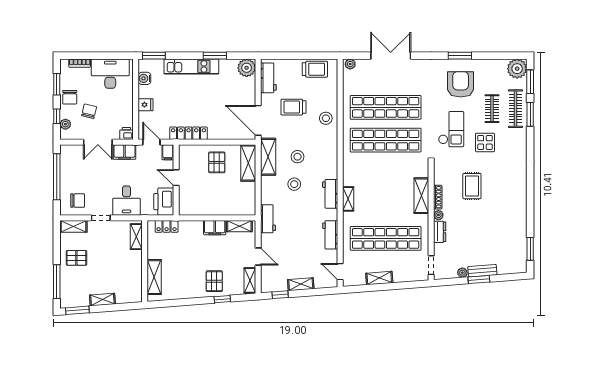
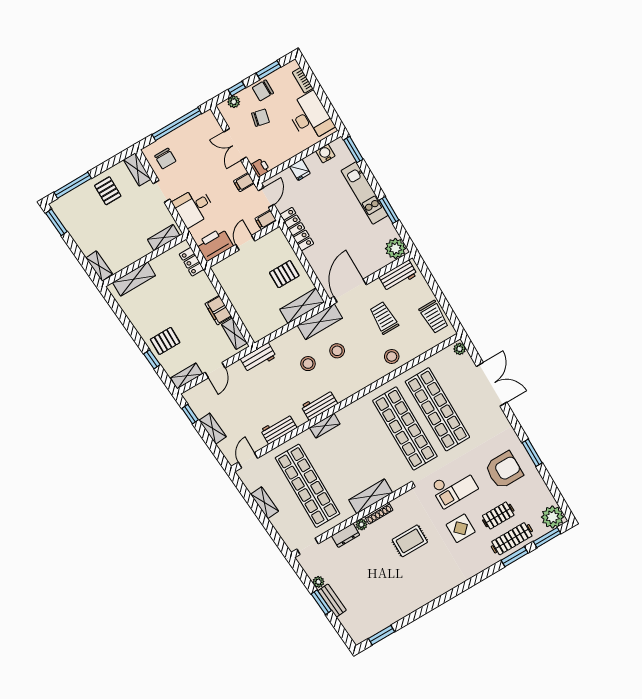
filing cabinet: (125, 152) -> (244, 182), width x0.50
shelving: (102, 300) -> (99, 266), moved

